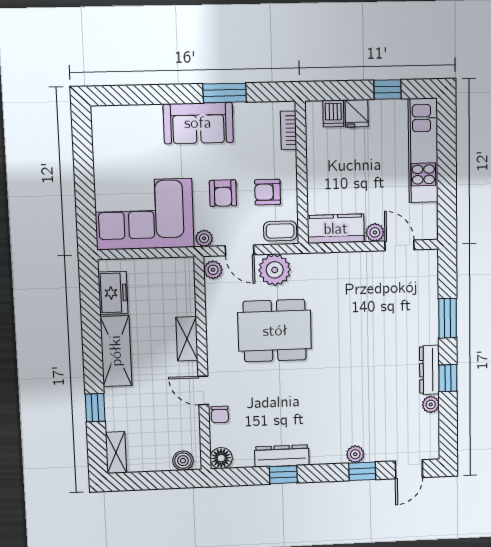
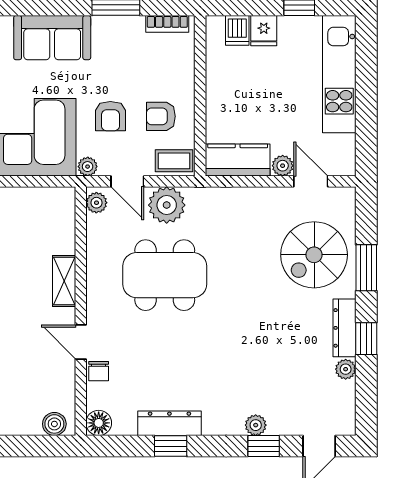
sofa: (198, 123) -> (52, 38), moved
bookcase: (289, 130) -> (167, 24), moved, turned -90
spiral stairs: (403, 309) -> (314, 255), added

